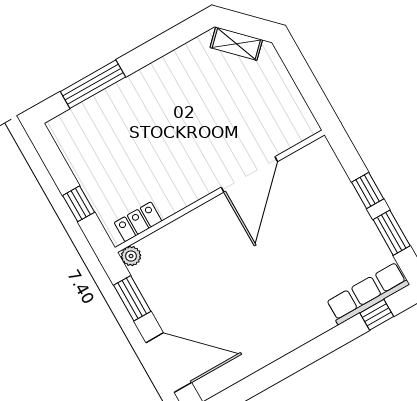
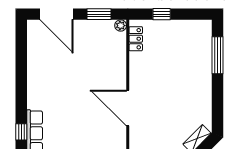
door: (169, 363) -> (57, 14), hinge flipped

